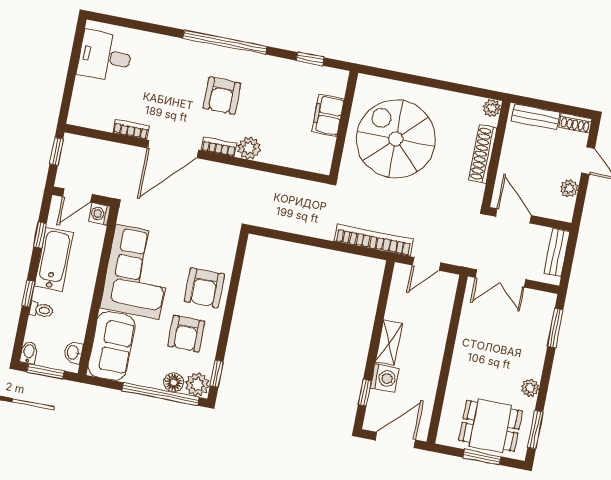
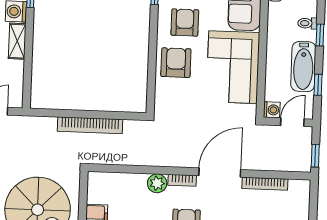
bookcase: (131, 129) -> (265, 184), width x1.56
bookcase: (374, 240) -> (90, 125), moved

